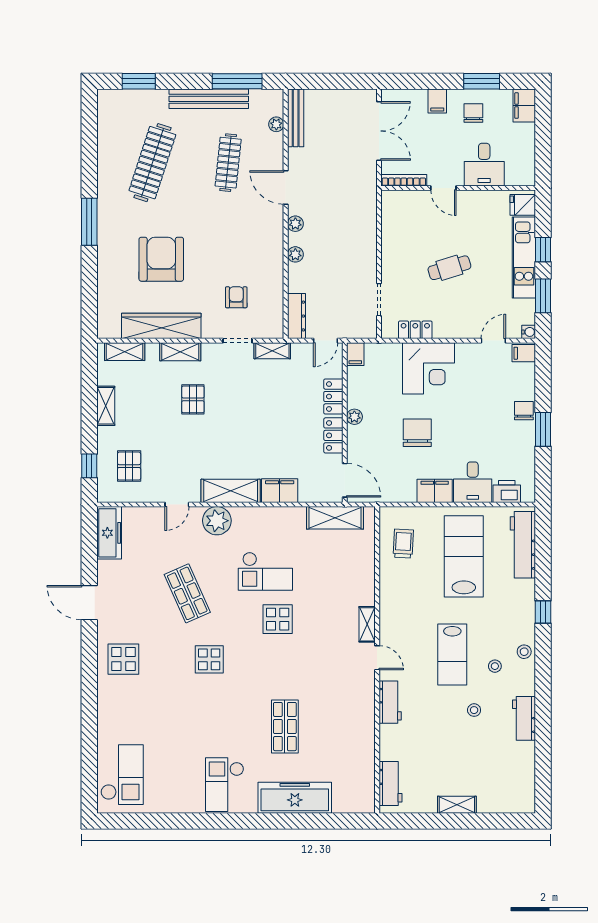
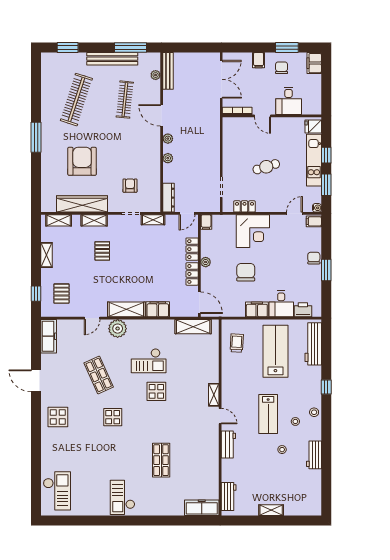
freezer: (295, 798) -> (202, 508), moved, width x0.73, depth x0.79

